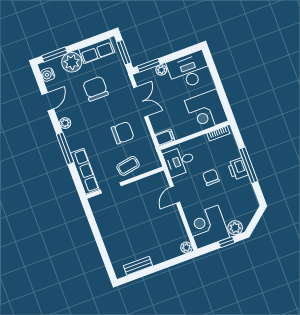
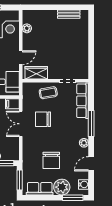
double door: (141, 102) -> (21, 124), moved
wardrobe: (150, 184) -> (36, 73), added
plant: (186, 247) -> (27, 28), moved

